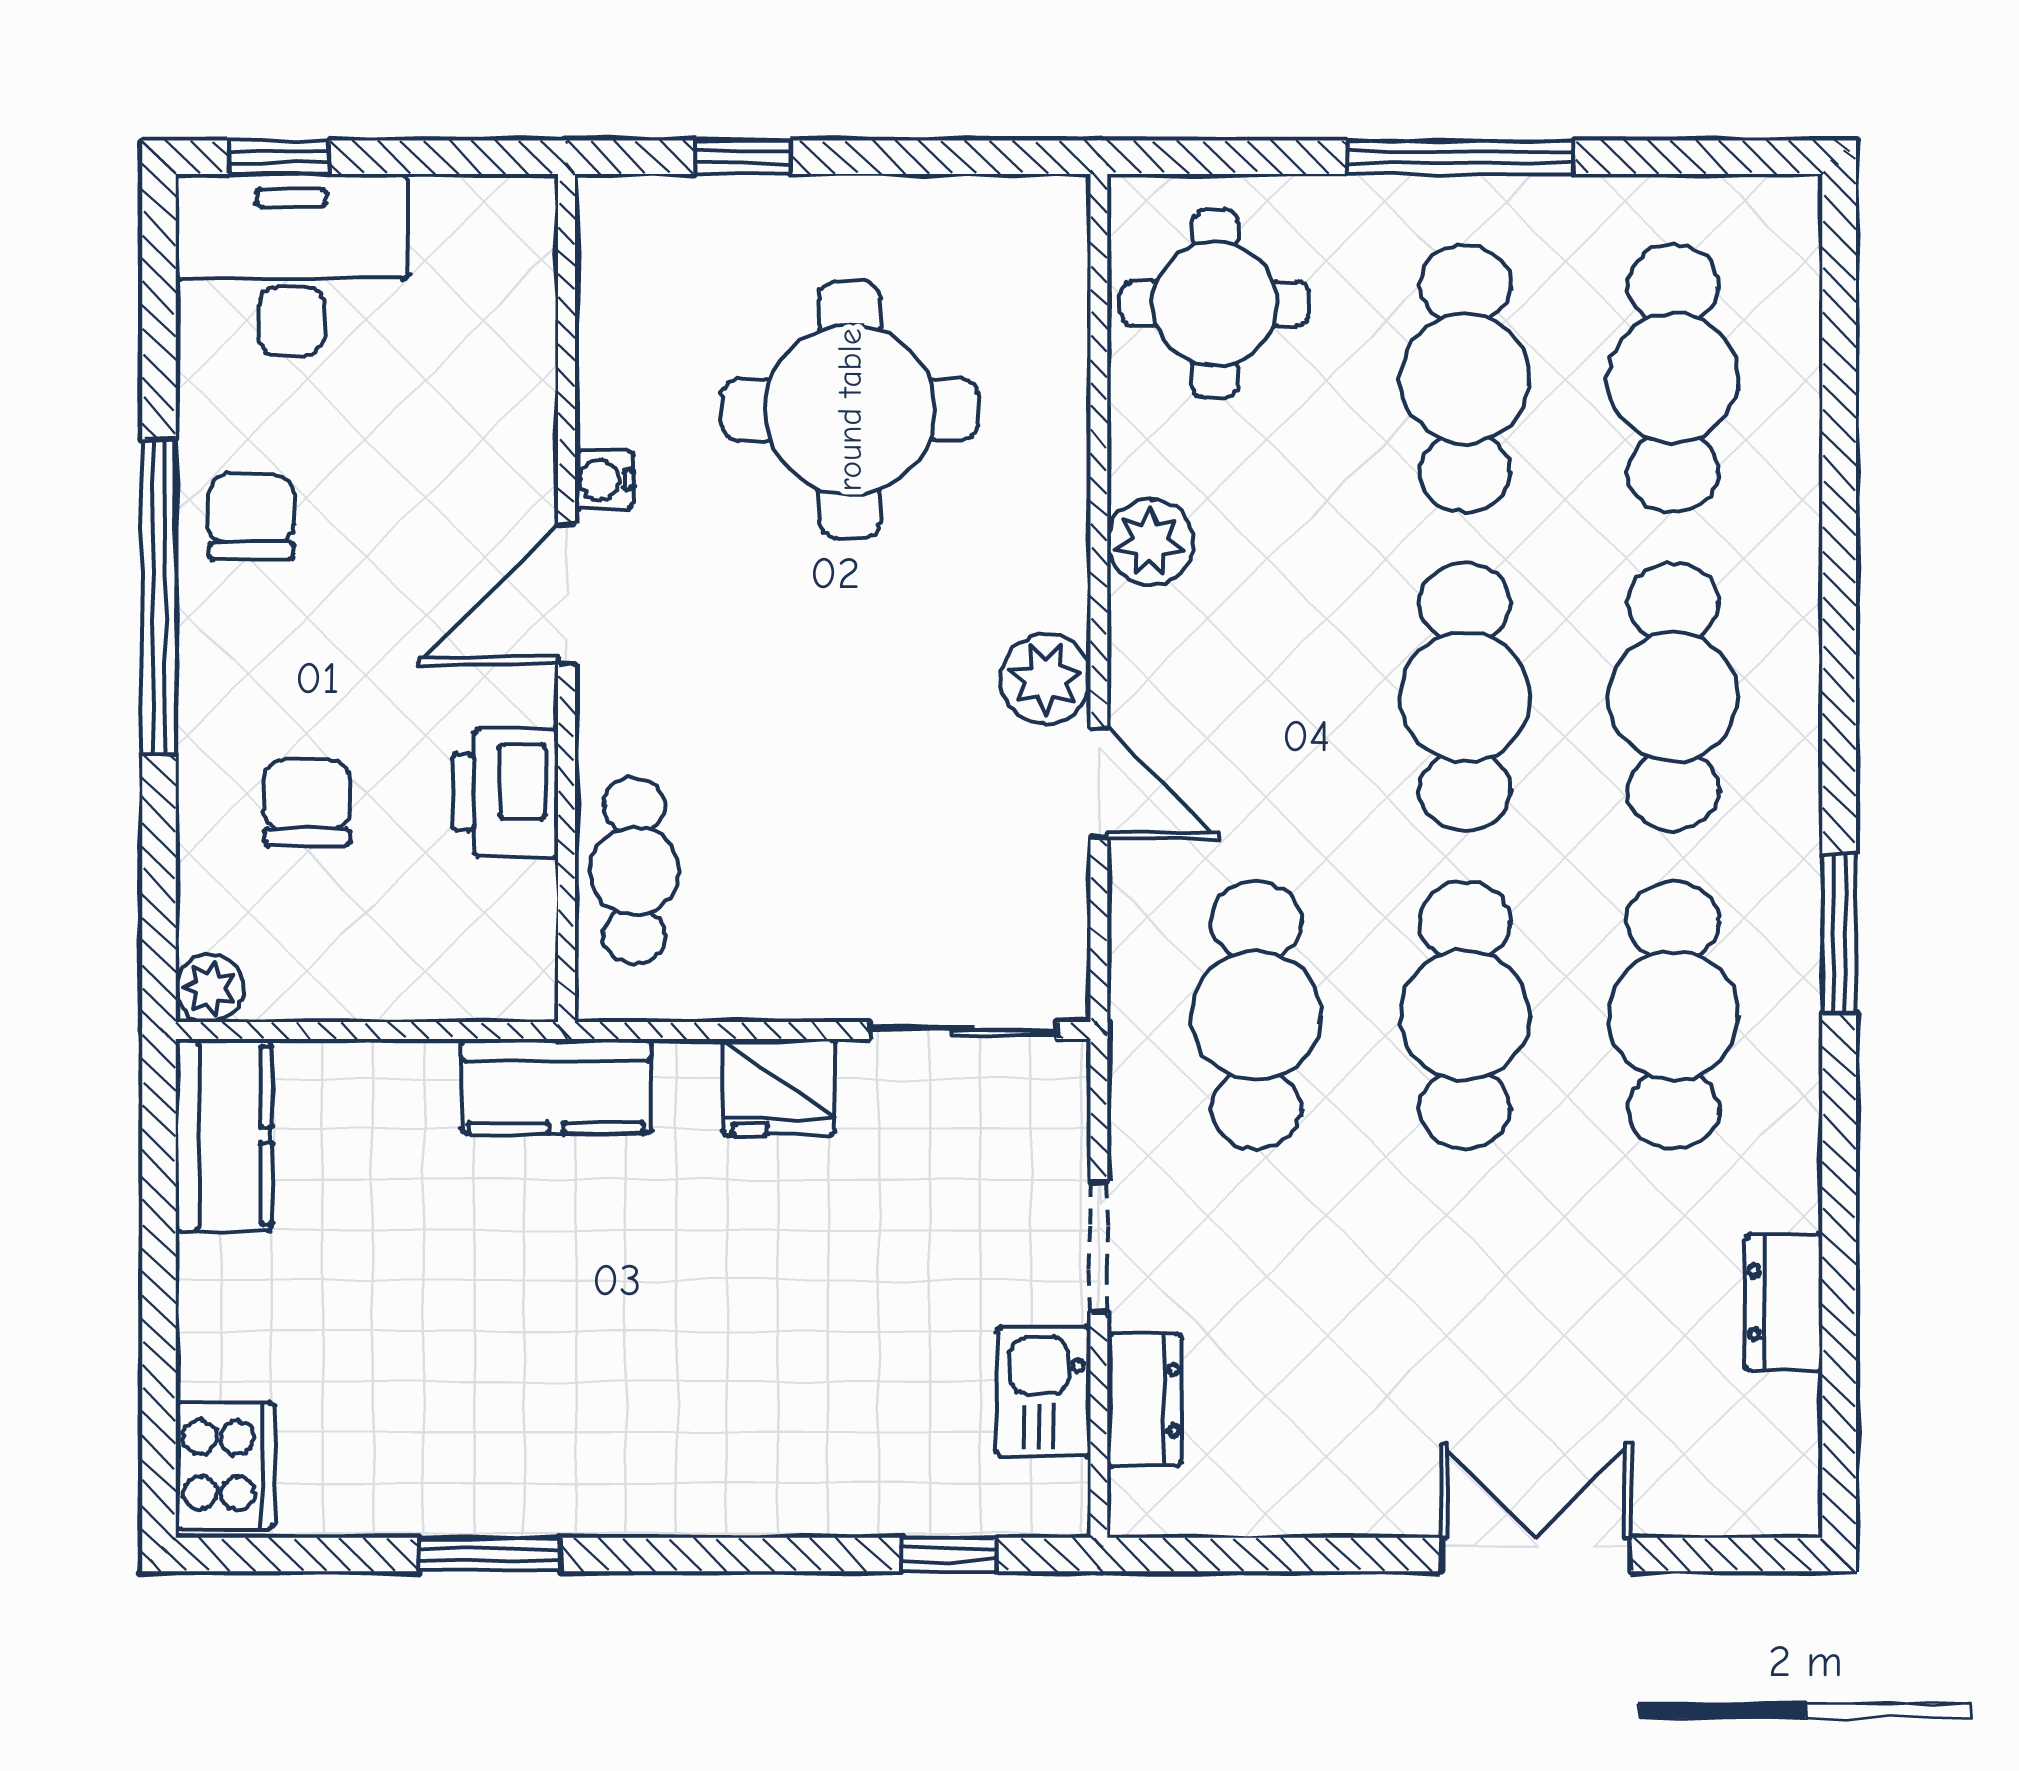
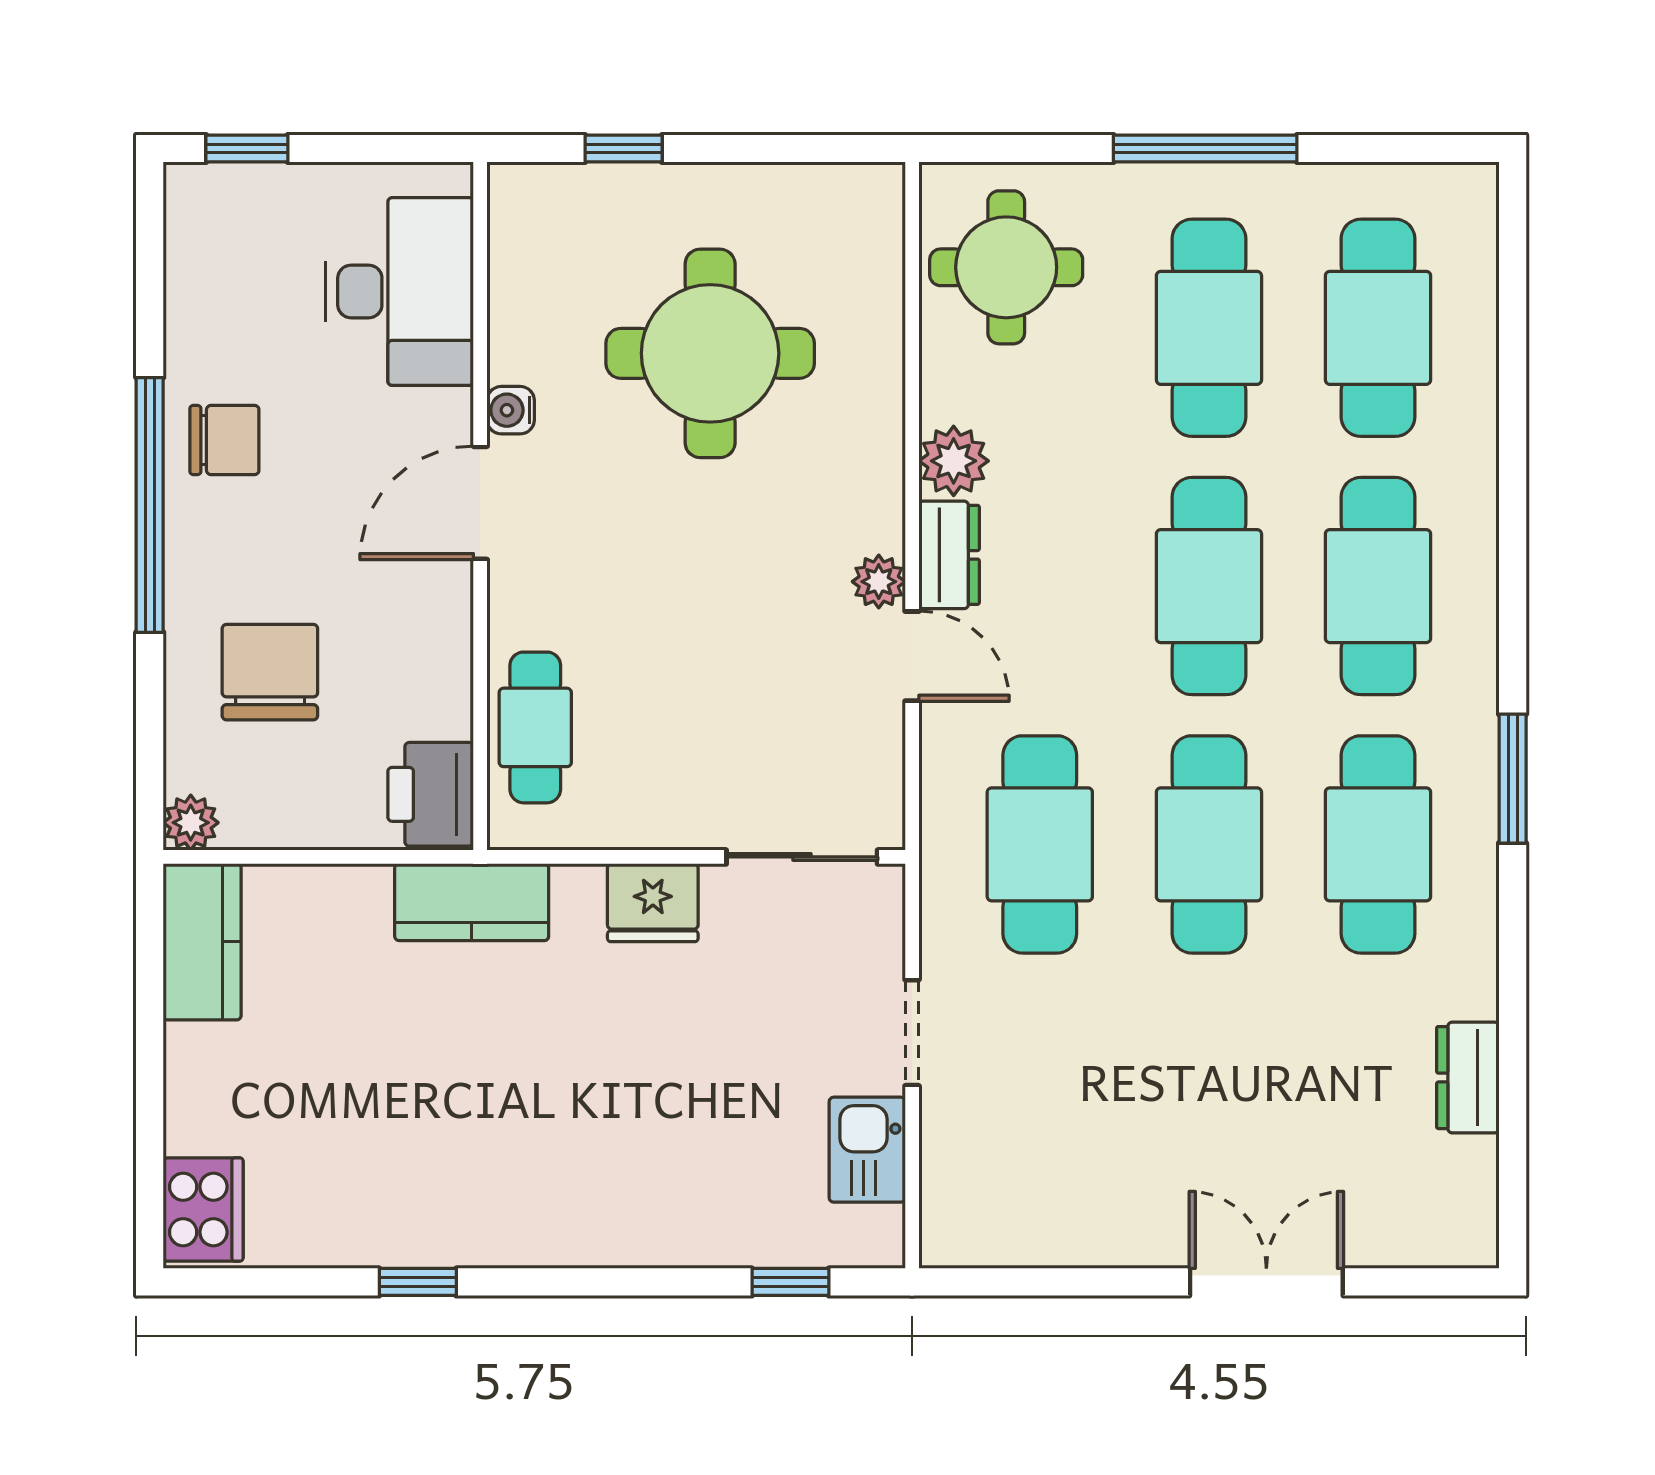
desk: (291, 265) -> (400, 291), moved, turned 90
chair: (251, 517) -> (224, 440), turned 90
plant: (1046, 679) -> (879, 582), width x0.73, depth x0.73
printer: (505, 793) -> (431, 794), moved
chair: (307, 803) -> (270, 672), width x1.37, depth x1.37
dresser: (1144, 1400) -> (949, 555), moved
window: (490, 1555) -> (418, 1282), width x0.67

